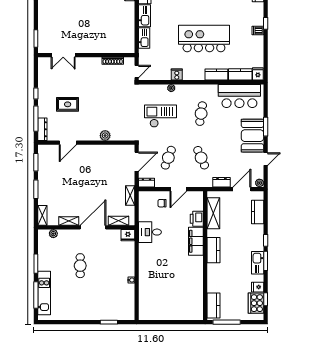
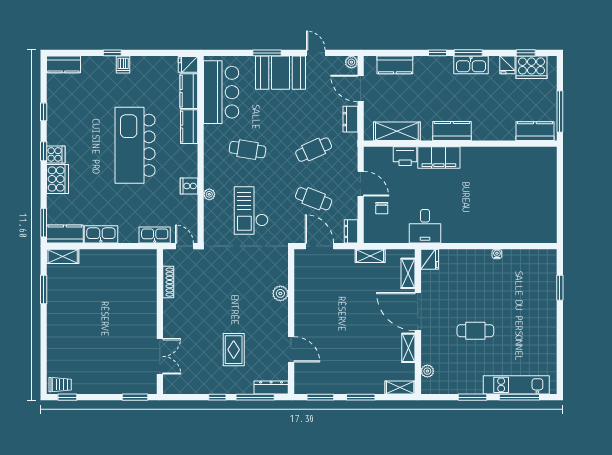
kitchen sink: (144, 38) -> (155, 235), moved

